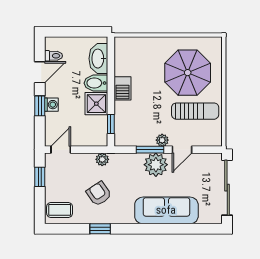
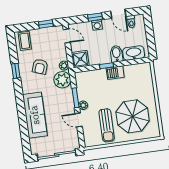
shower: (96, 104) -> (80, 59), moved
window: (111, 124) -> (106, 66), moved
plant: (156, 165) -> (62, 80), moved
armchair: (99, 194) -> (40, 67), turned 143

